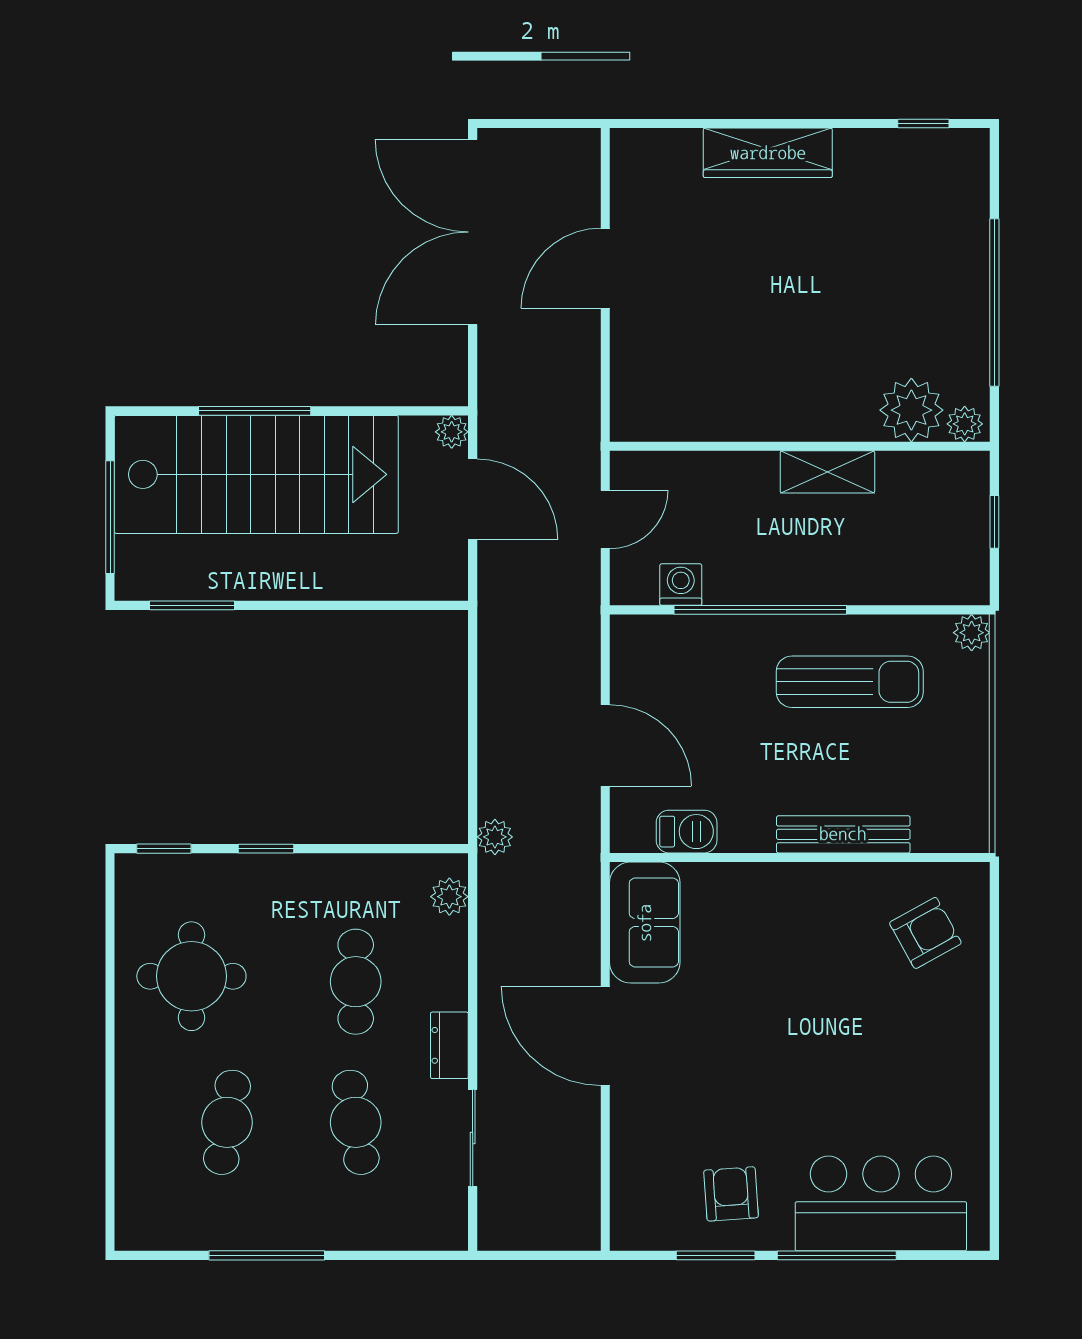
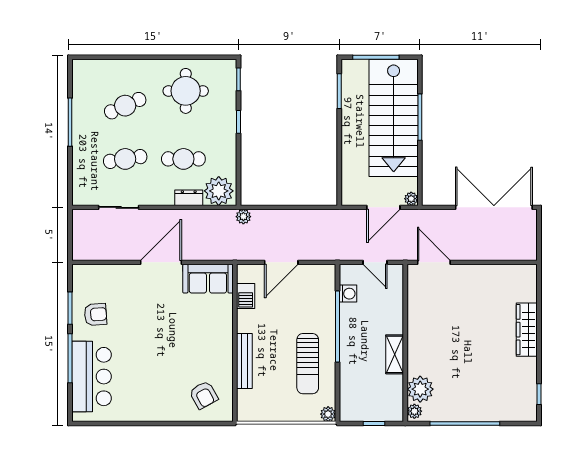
door: (605, 268) -> (434, 262), moved
plant: (449, 897) -> (219, 191), width x1.87, depth x1.87
dresser: (449, 1045) -> (189, 198), moved
cafe table: (227, 1122) -> (125, 106), turned -33

